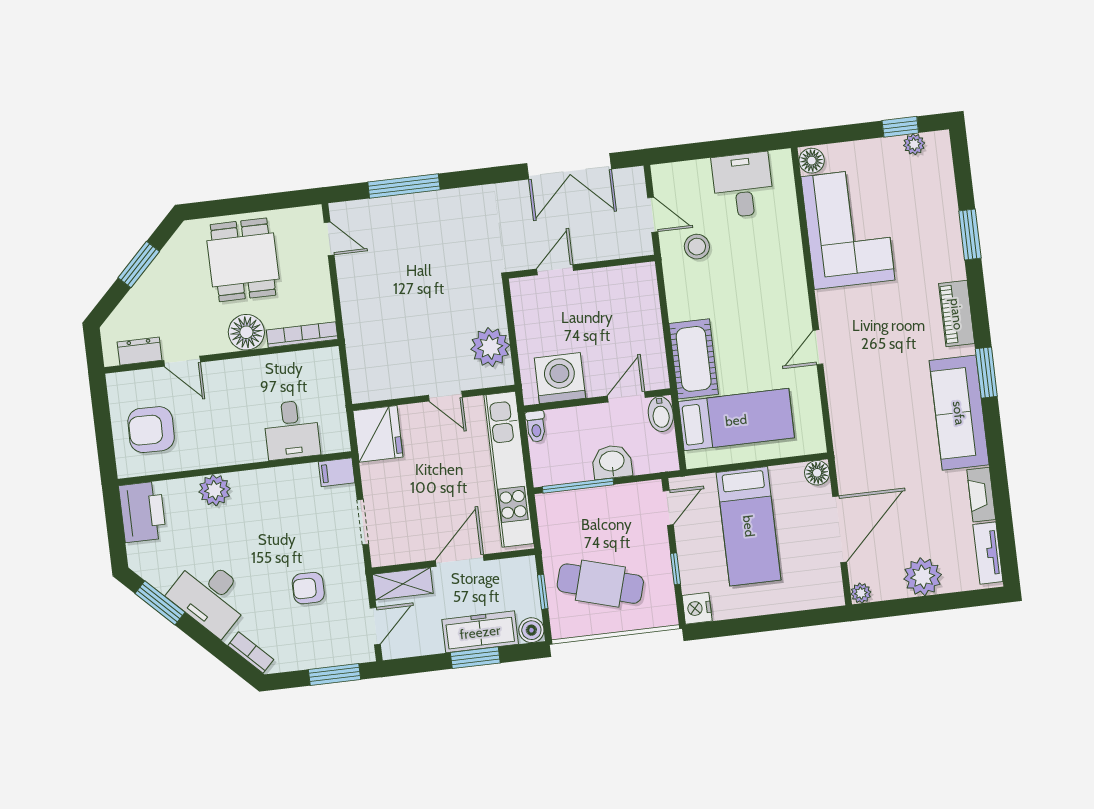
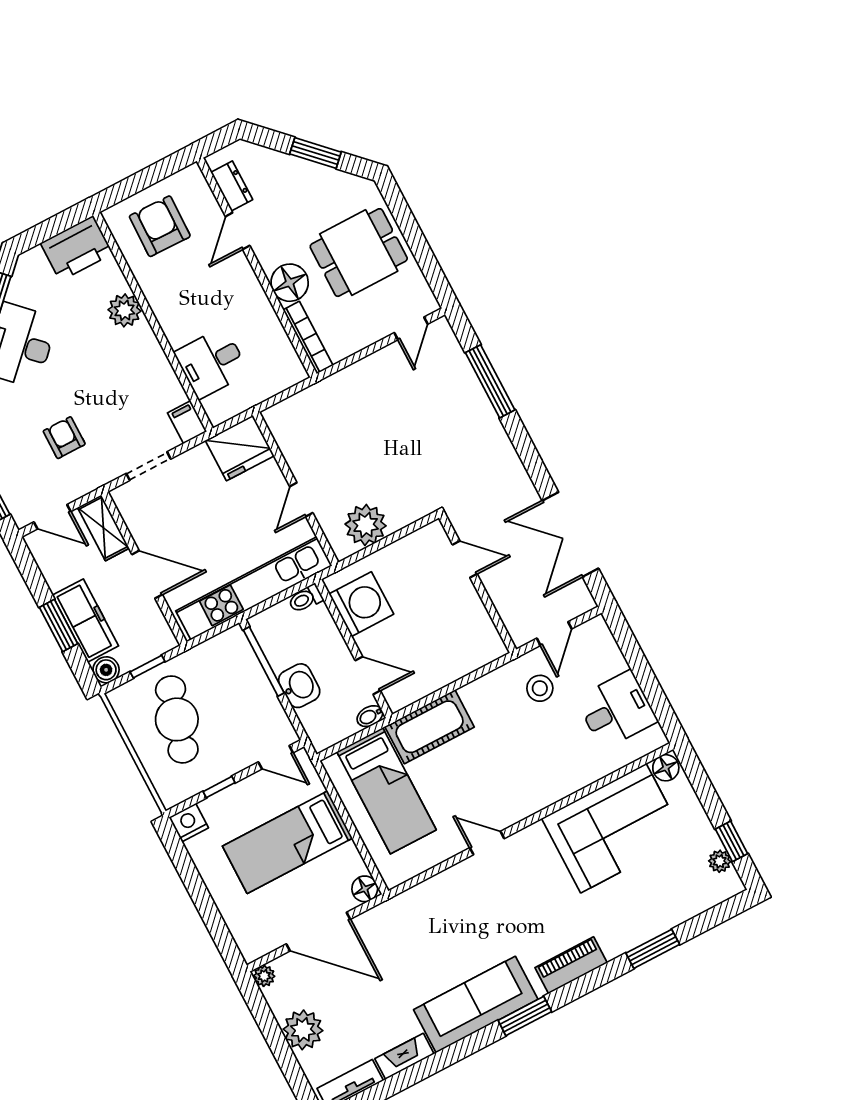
bidet: (661, 414) -> (370, 716), width x0.72, depth x0.74

